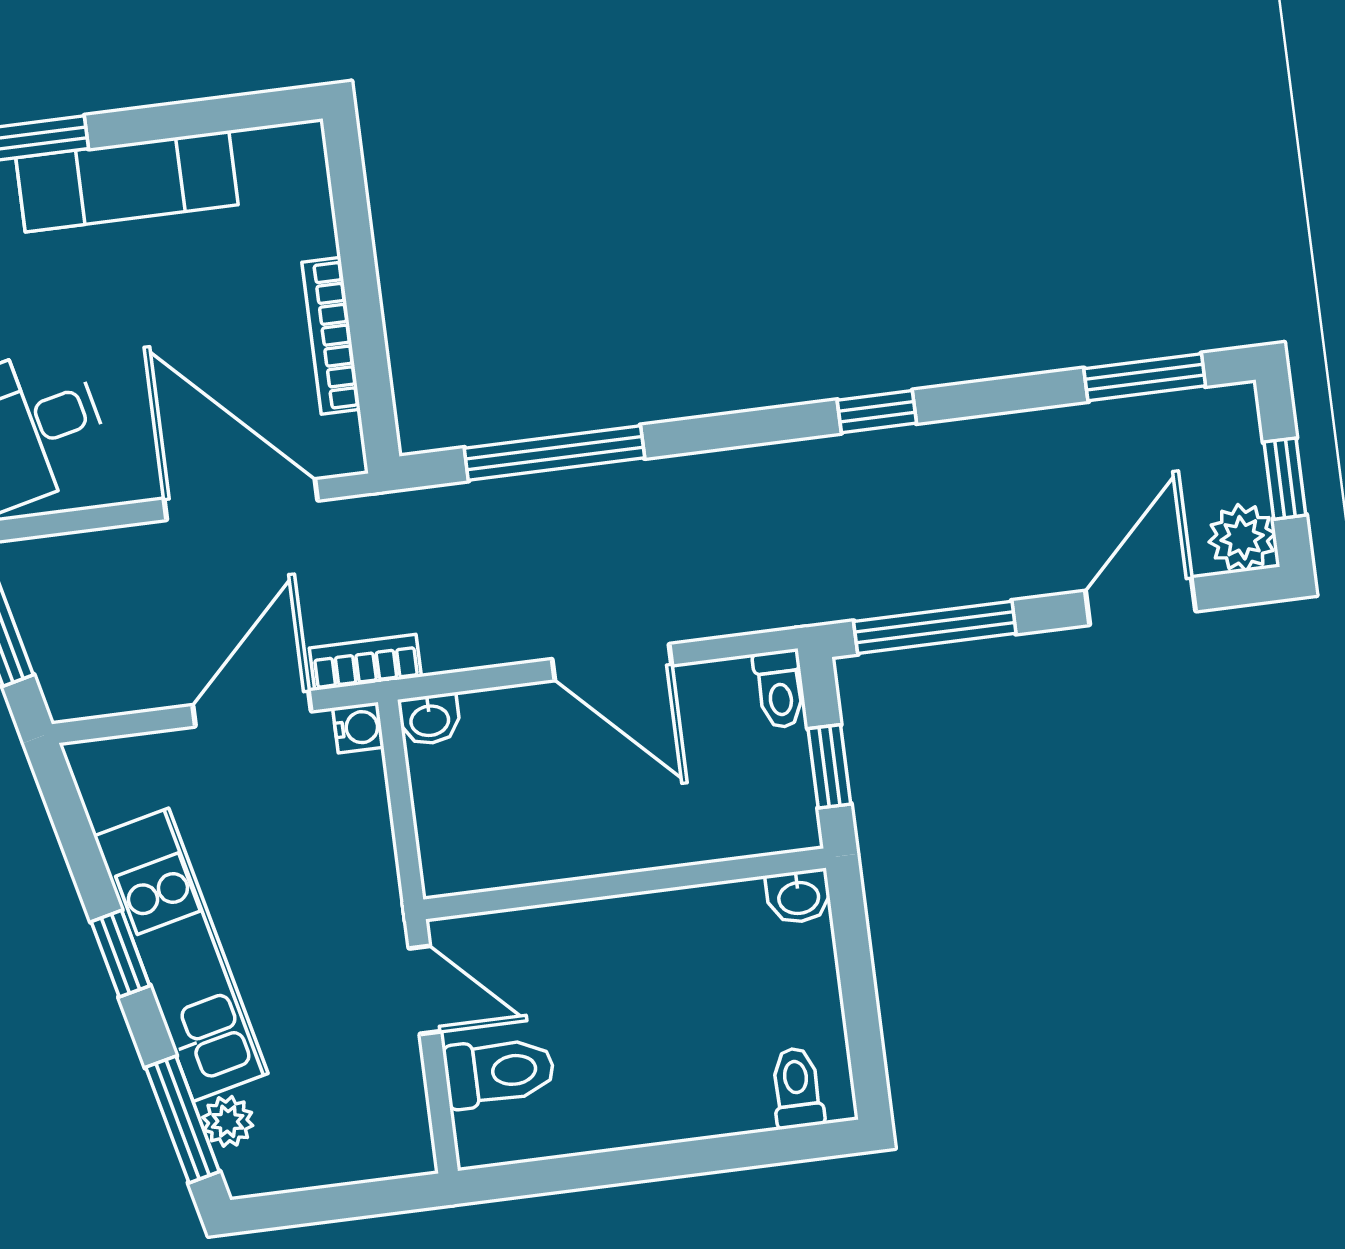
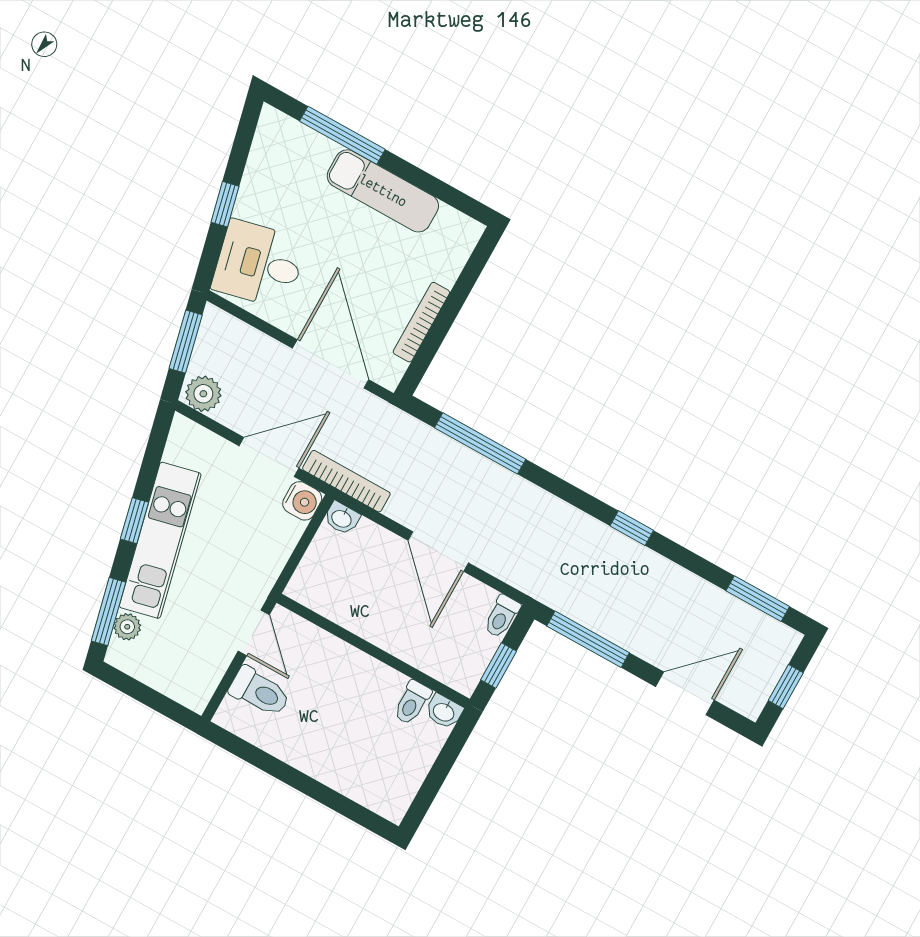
plant: (1242, 538) -> (203, 394), moved
bookcase: (365, 662) -> (346, 481), width x1.56
water cooler: (358, 728) -> (302, 501), width x1.38, depth x1.38
toilet: (797, 1088) -> (412, 703), moved, turned 180

